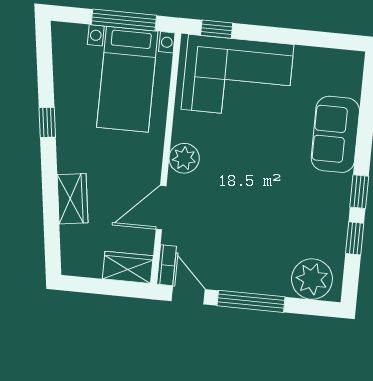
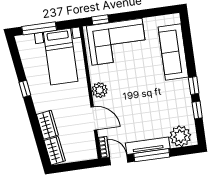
window: (124, 20) -> (39, 28), moved
sofa: (335, 134) -> (173, 52), width x1.36
door: (161, 208) -> (94, 118), swing flipped
wardrobe: (128, 267) -> (55, 151), moved, turned 82
tv unit: (248, 282) -> (148, 146), added

